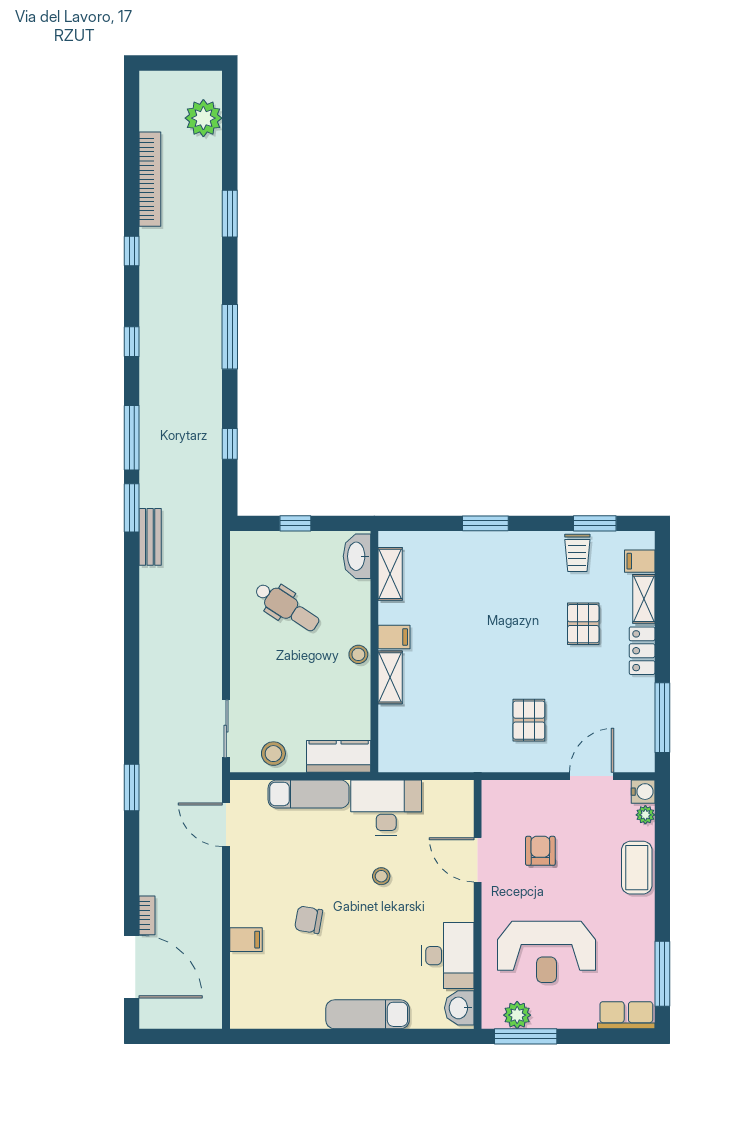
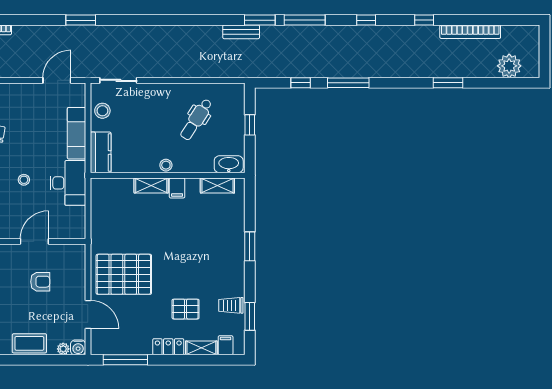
window: (230, 337) -> (348, 83), moved
pallet: (529, 720) -> (124, 274), width x2.05, depth x2.00

